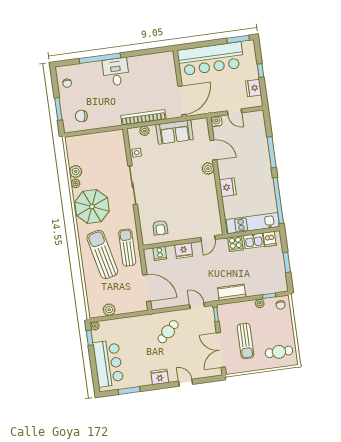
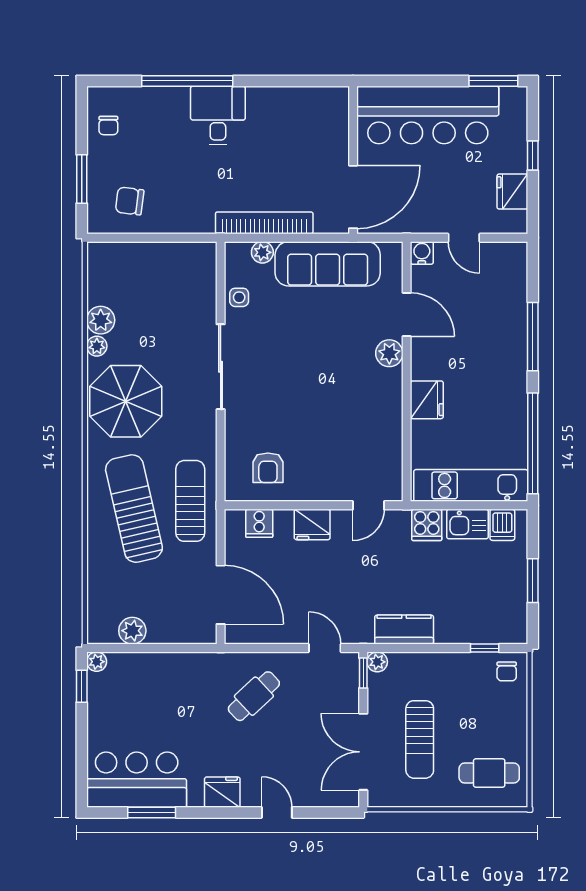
sofa: (175, 132) -> (328, 264), width x1.36
plant: (260, 303) -> (377, 662), moved
bar counter: (108, 363) -> (137, 780), moved, turned -90

